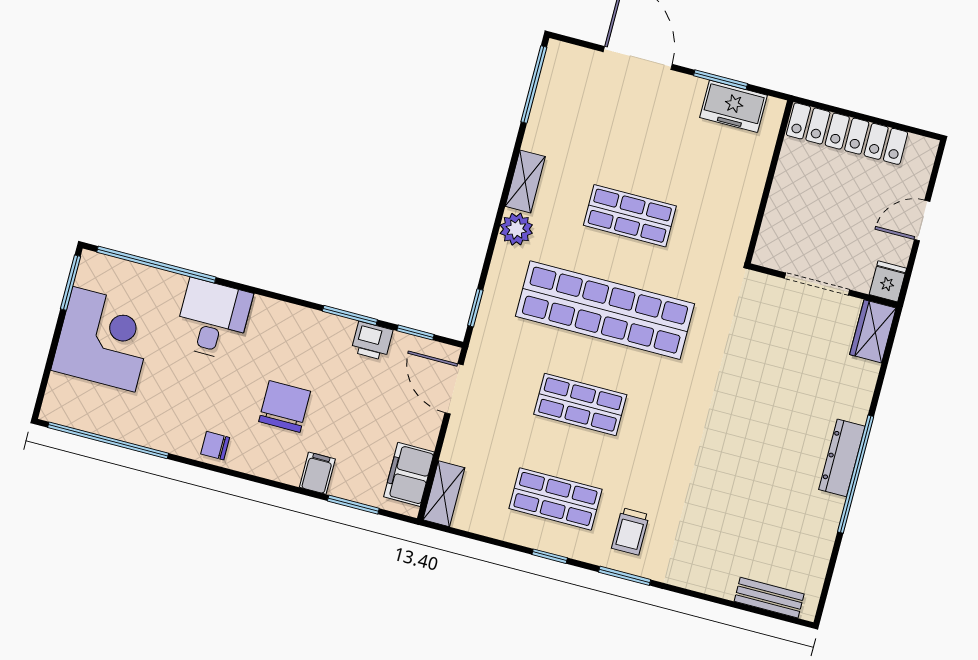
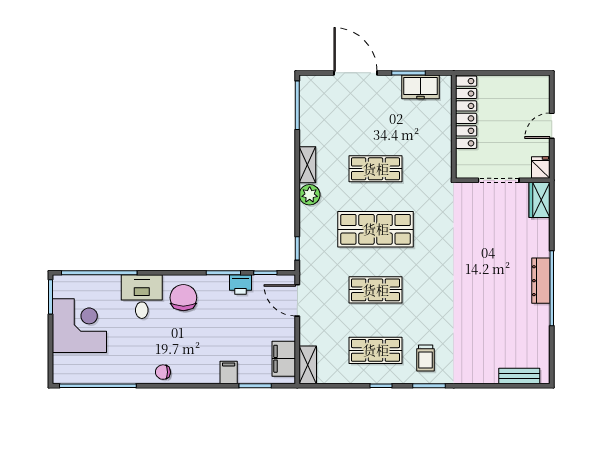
locker: (847, 134) -> (466, 112), moved, turned -90
shop shelf: (605, 310) -> (376, 229), width x0.71
chair: (285, 406) -> (183, 298), moved

